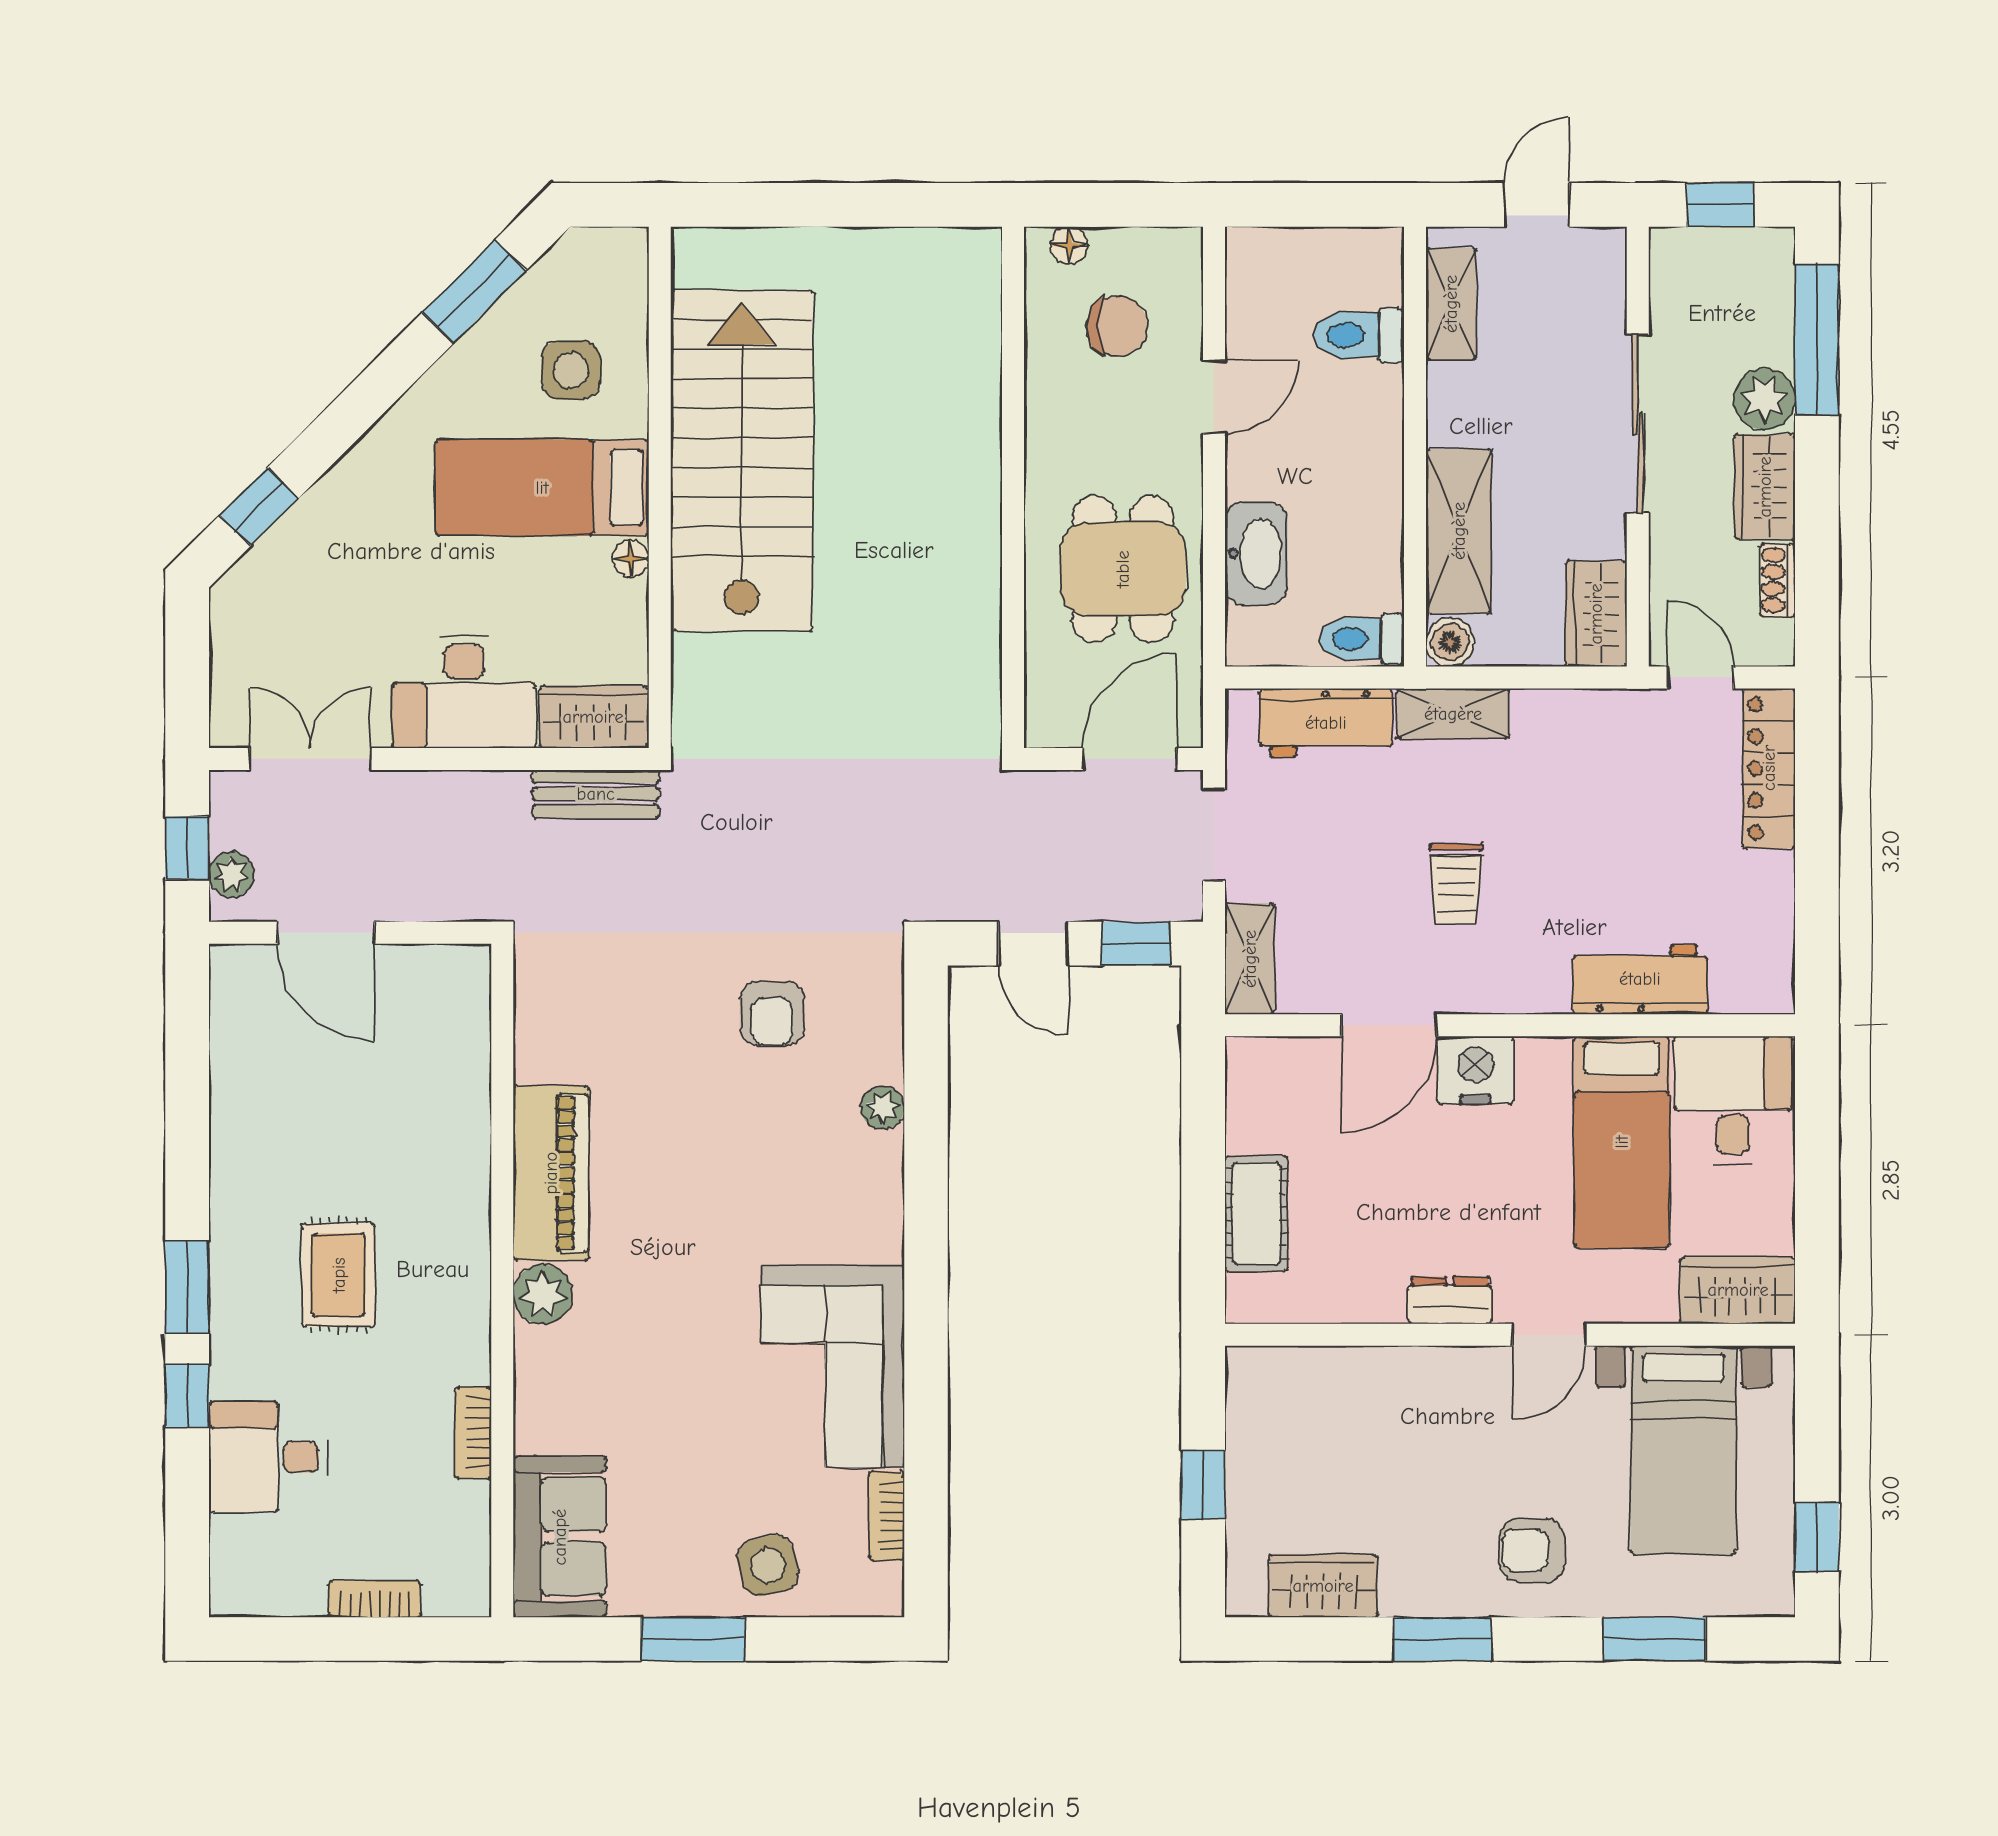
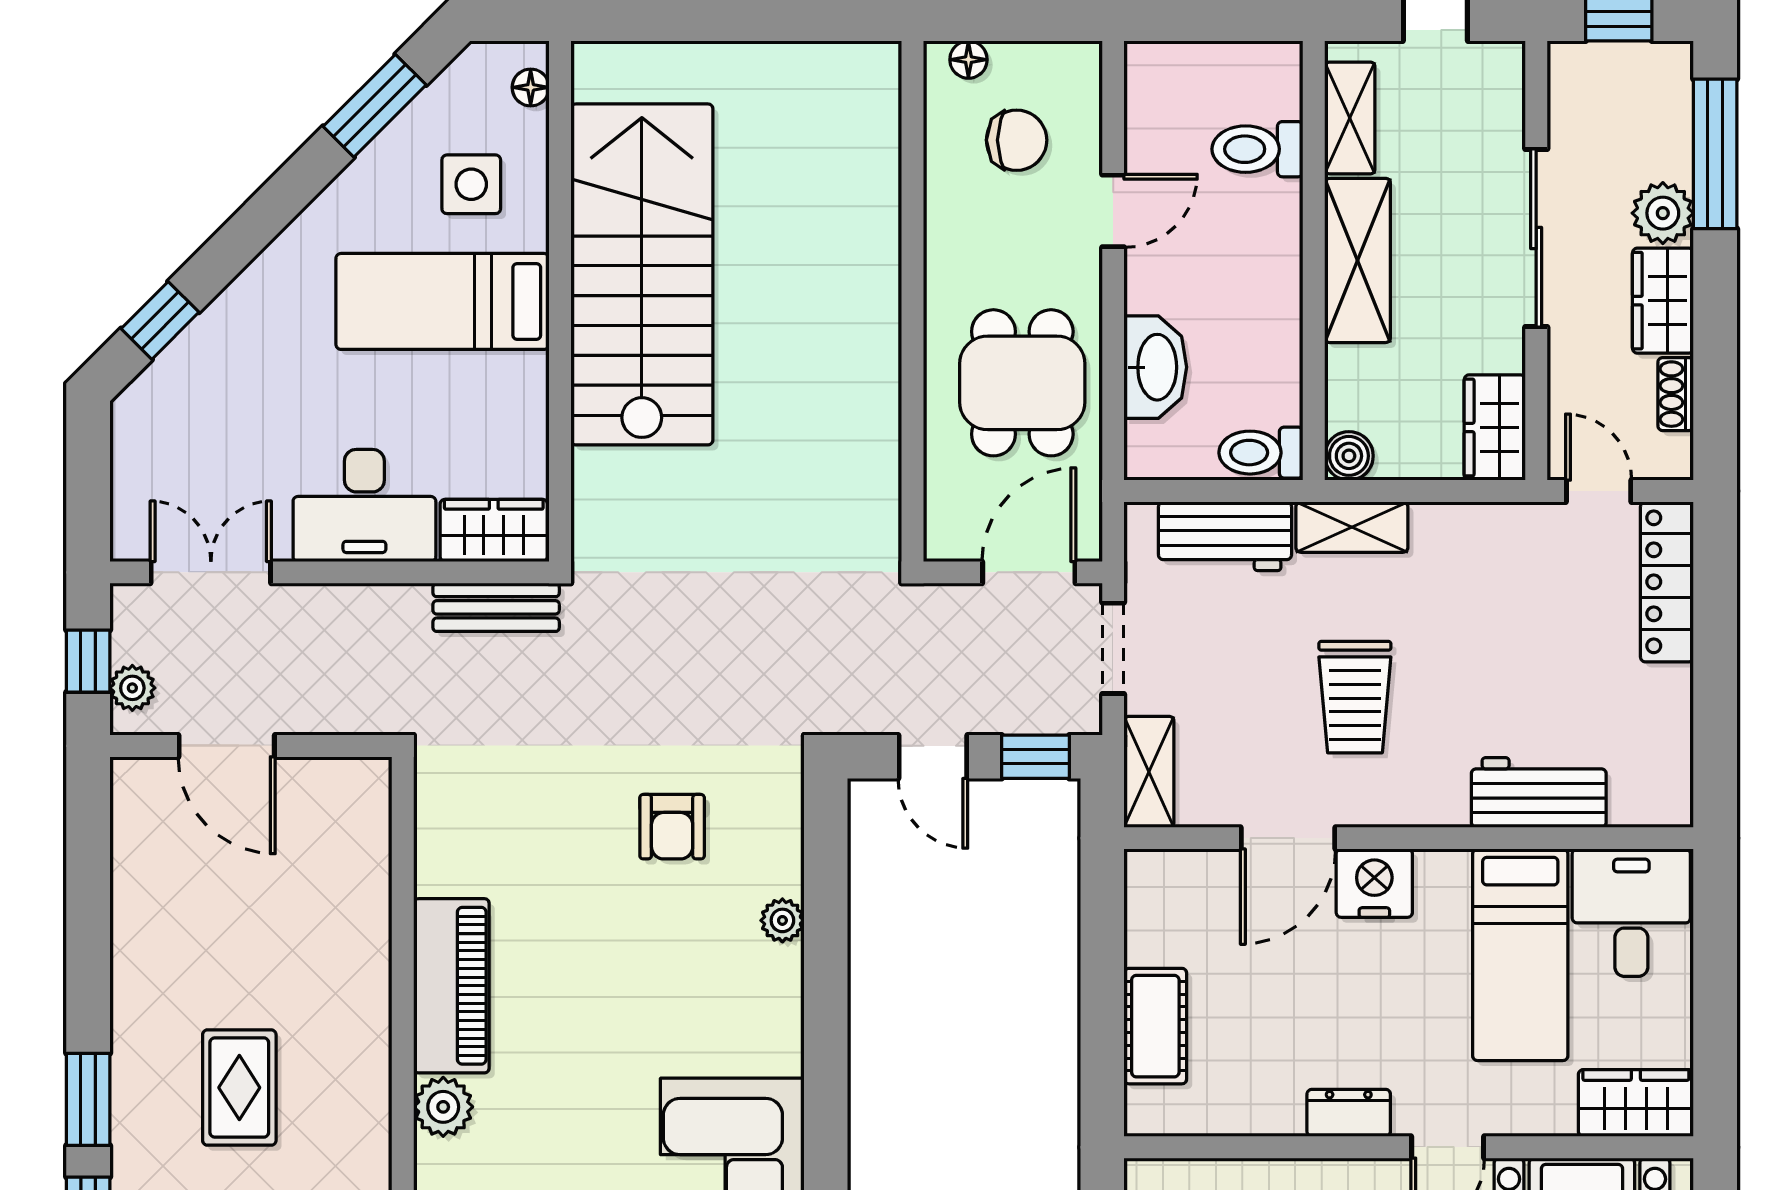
shelving: (1459, 531) -> (1358, 260), moved
floor lamp: (630, 558) -> (531, 87), moved
trolley: (1456, 884) -> (1355, 697), width x1.36, depth x1.39

